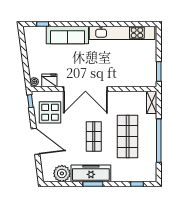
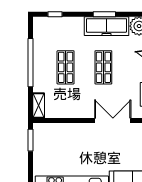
double door: (85, 89) -> (113, 120), width x0.73
shop shelf: (128, 136) -> (66, 67), width x0.70, depth x0.74

